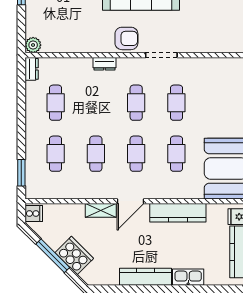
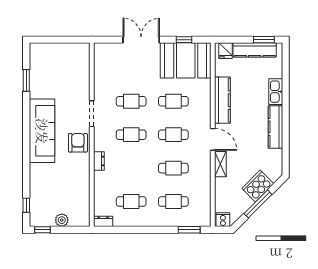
plant: (33, 45) -> (62, 220), moved

